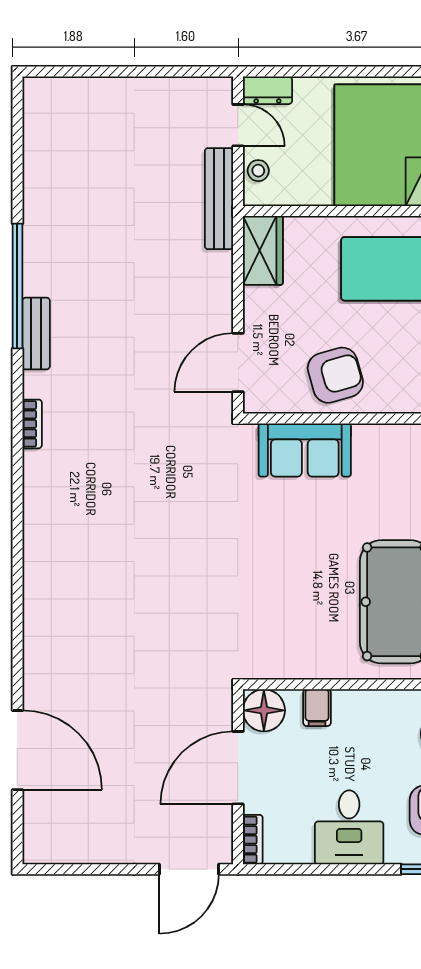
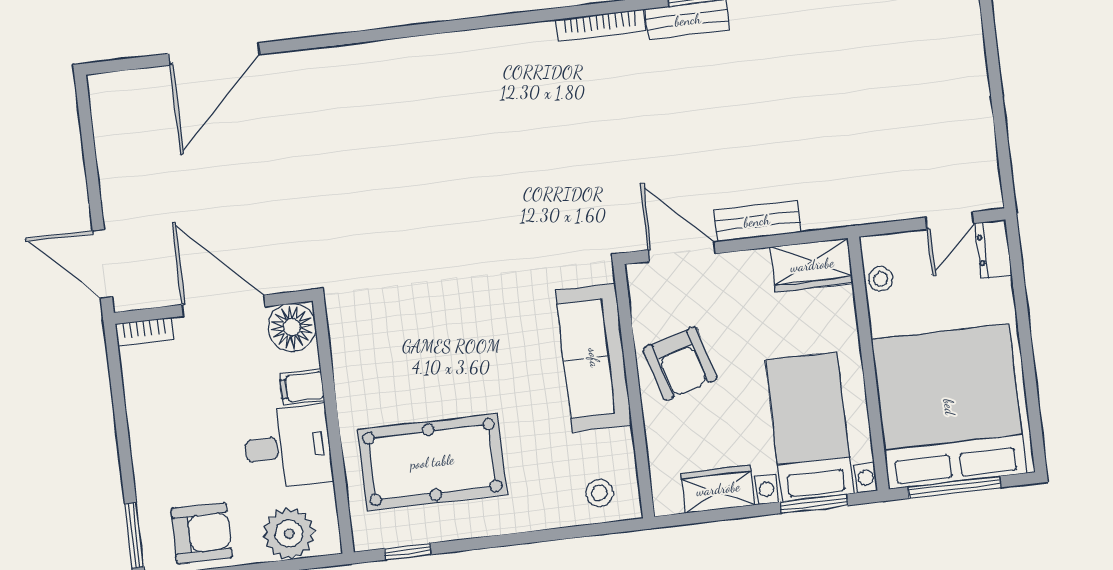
stool: (258, 171) -> (881, 279), moved
bench: (219, 199) -> (757, 221), moved, width x0.73
bookcase: (32, 424) -> (600, 25), width x1.56
sofa: (305, 450) -> (594, 358), width x1.36
desk: (349, 827) -> (288, 447), moved, turned 180

